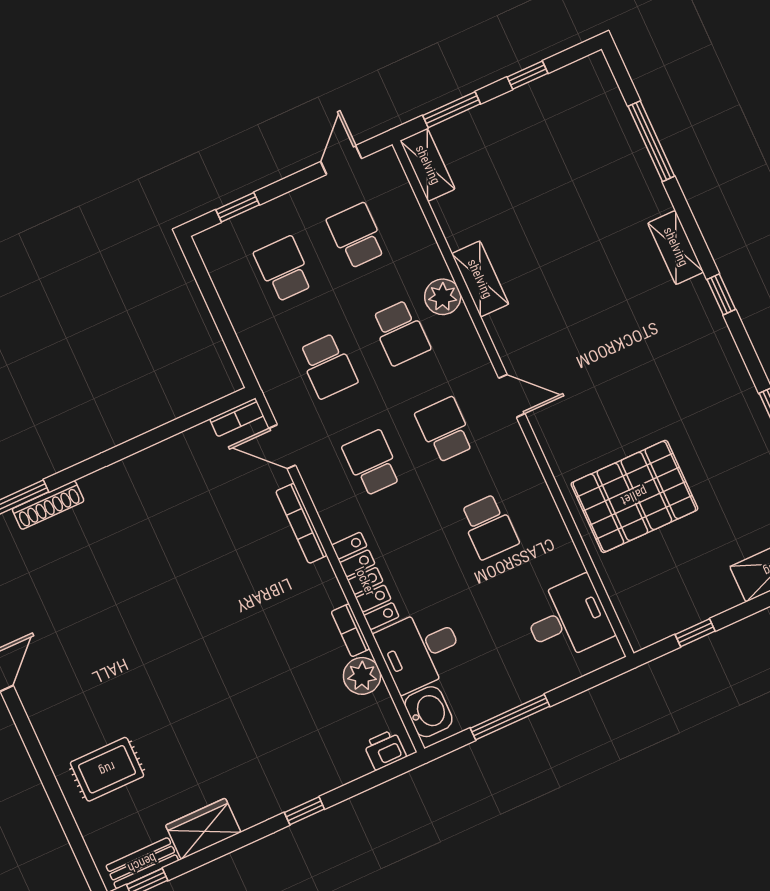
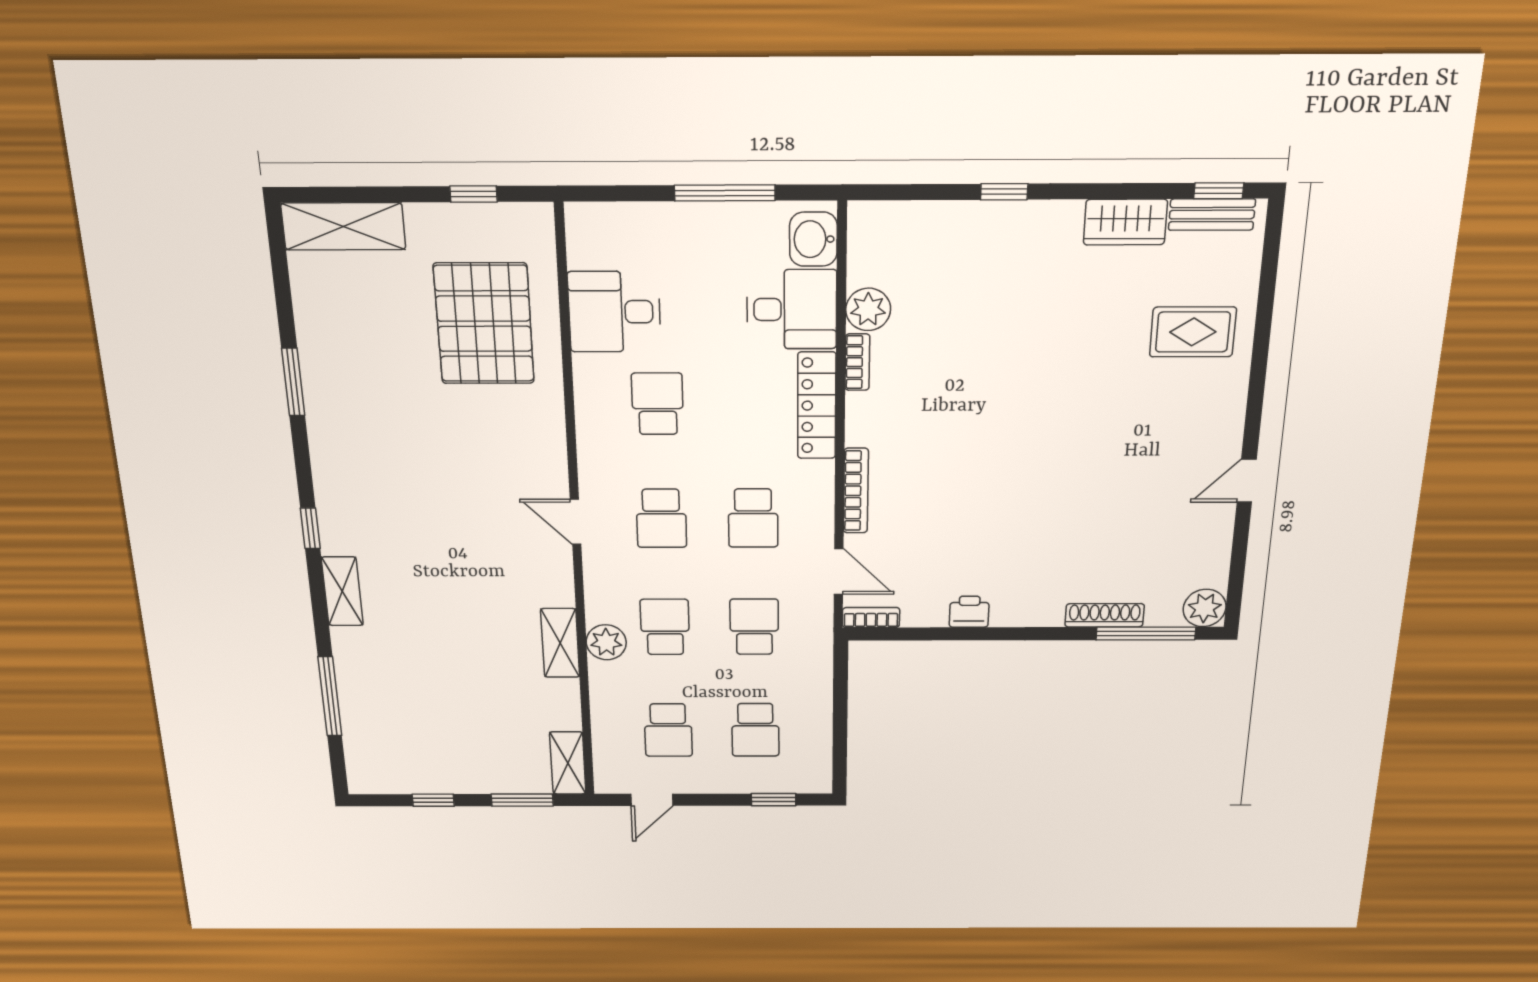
pallet: (634, 496) -> (484, 324), moved, turned 90
desk: (568, 619) -> (614, 312), moved
printer: (385, 750) -> (969, 612), moved, turned 180

